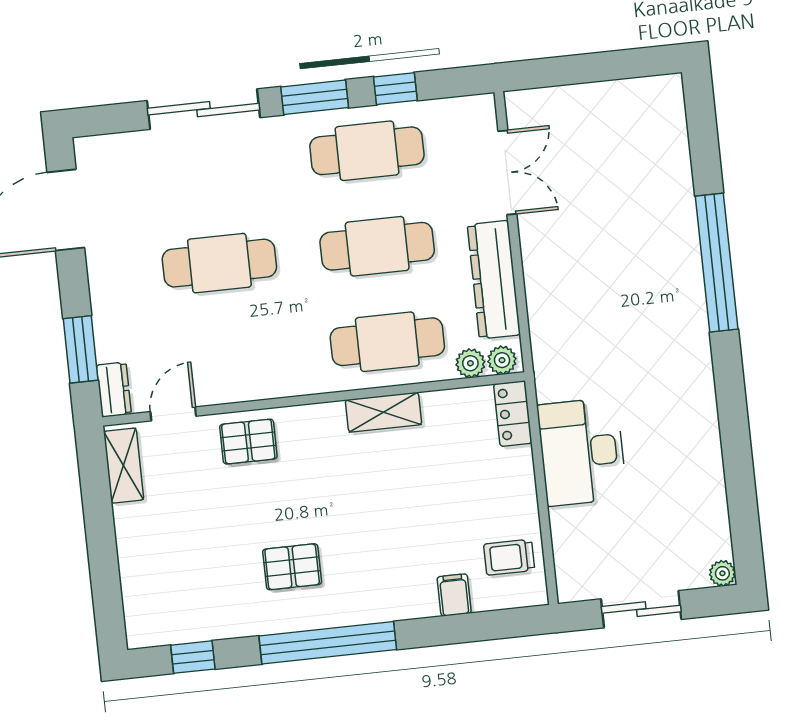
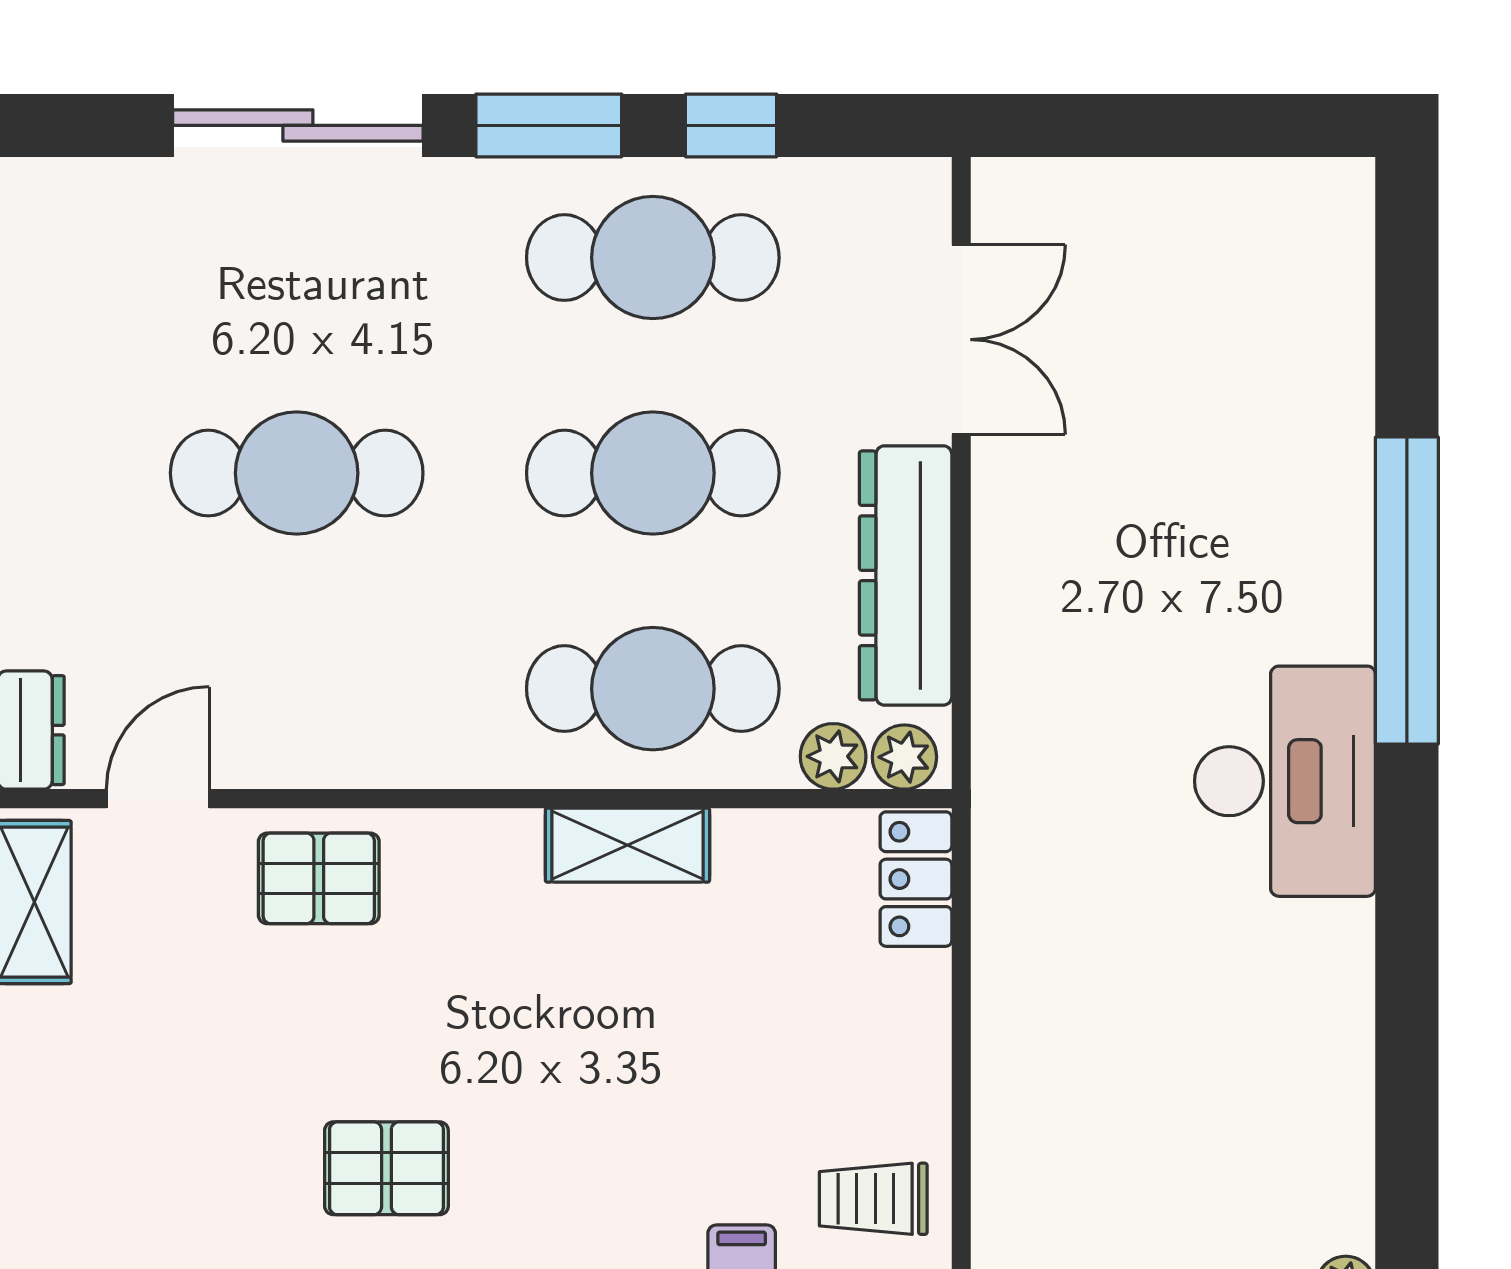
desk: (582, 452) -> (1285, 781), moved, turned 180

